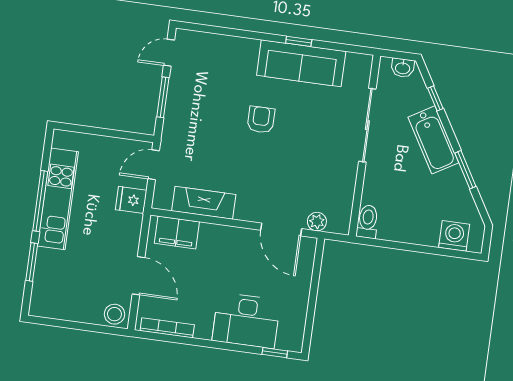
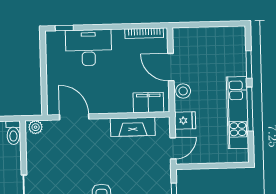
plant: (317, 222) -> (36, 127), moved
stool: (114, 314) -> (183, 91), moved

